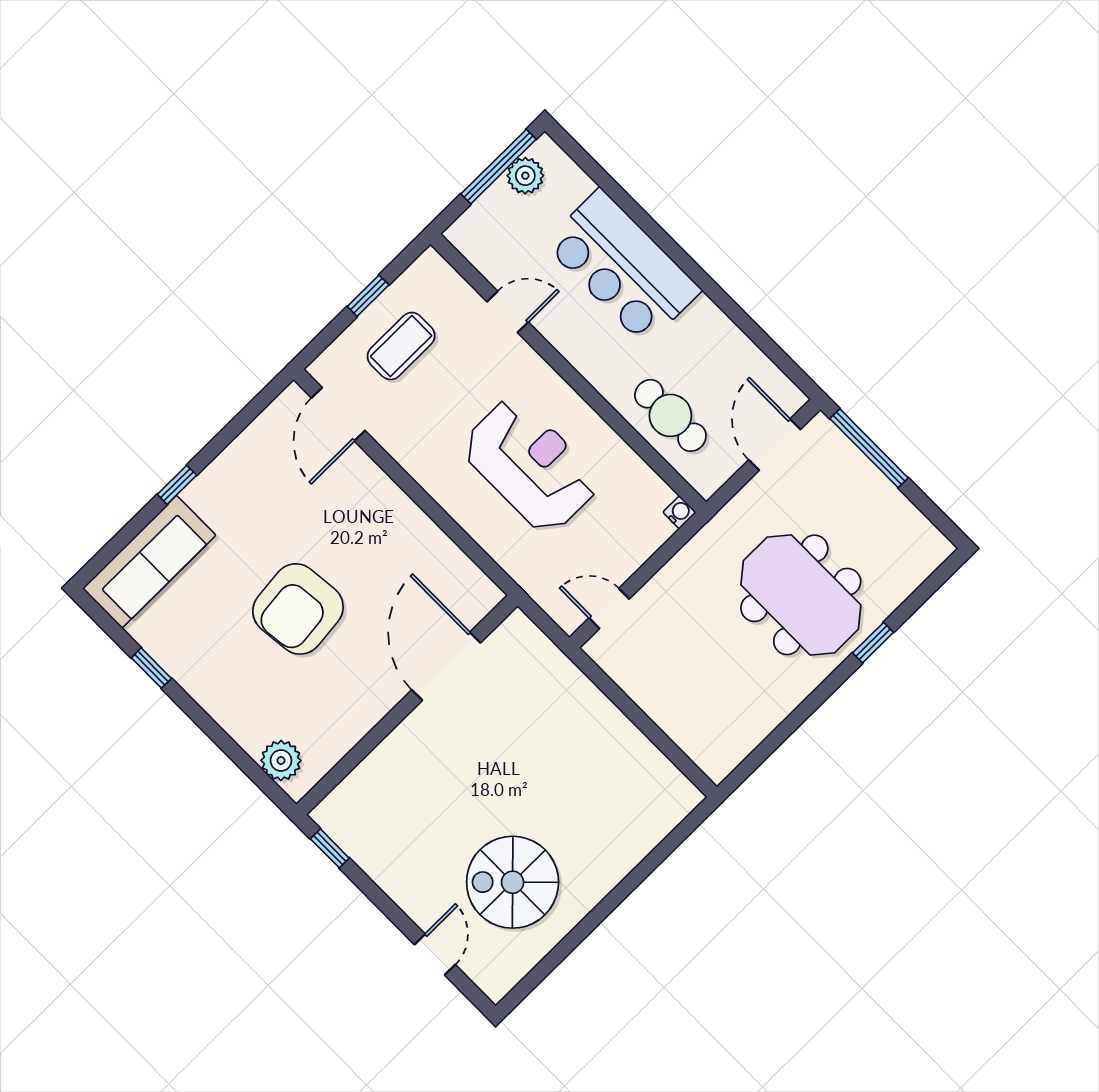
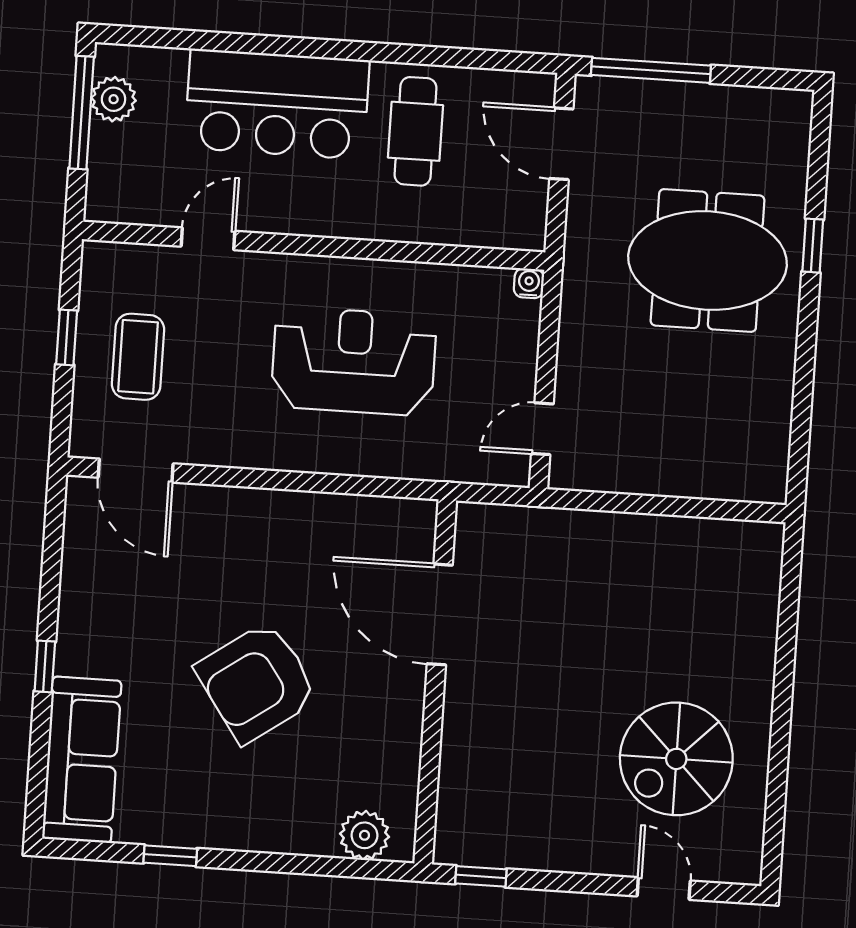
cafe table: (670, 415) -> (416, 131), moved, turned 90
armchair: (298, 609) -> (257, 682), turned 61

